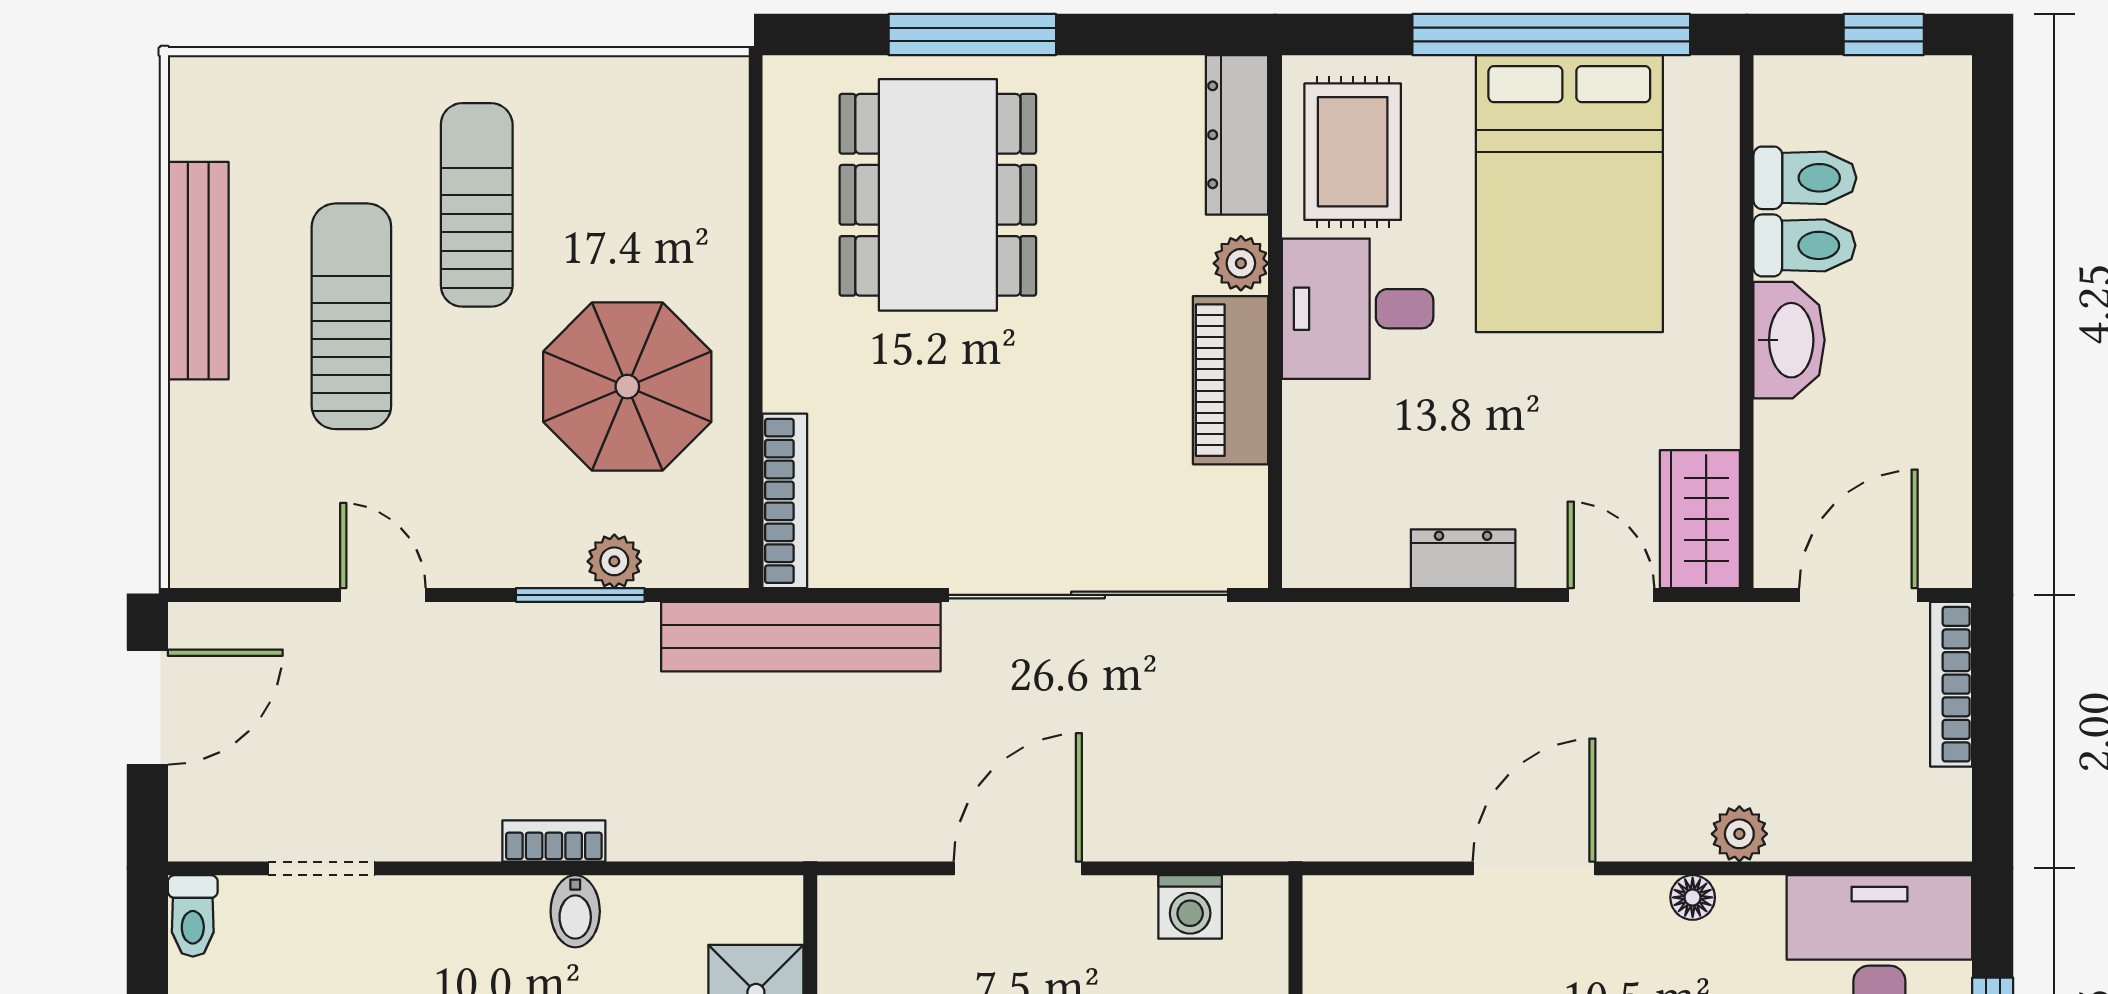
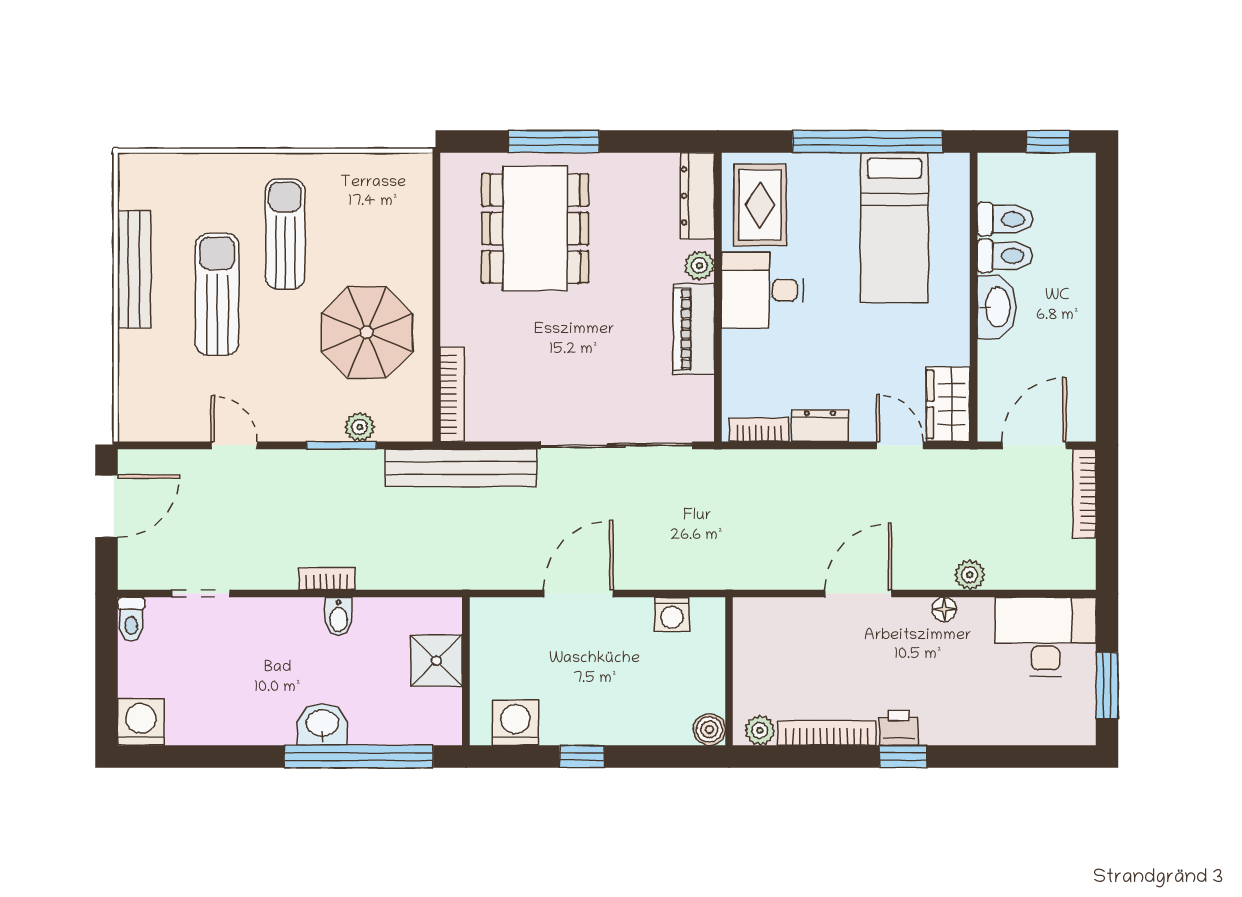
bed: (1569, 194) -> (894, 228), width x0.67
bookcase: (1351, 566) -> (759, 430), added

